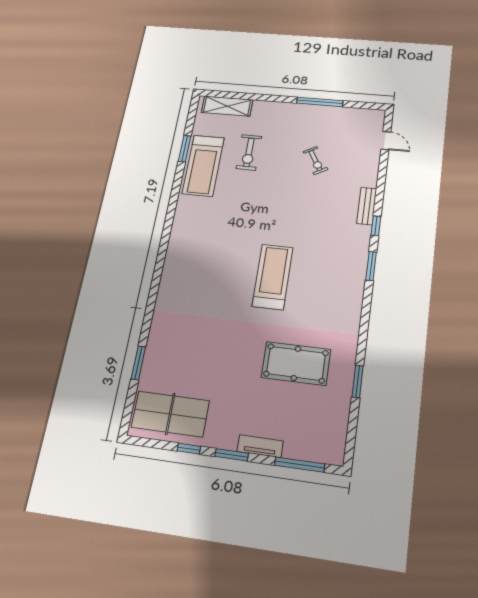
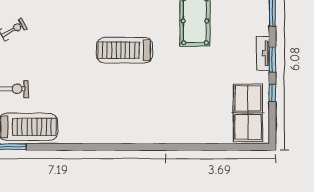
window: (138, 363) -> (211, 147), removed
tv unit: (260, 446) -> (263, 53), moved

